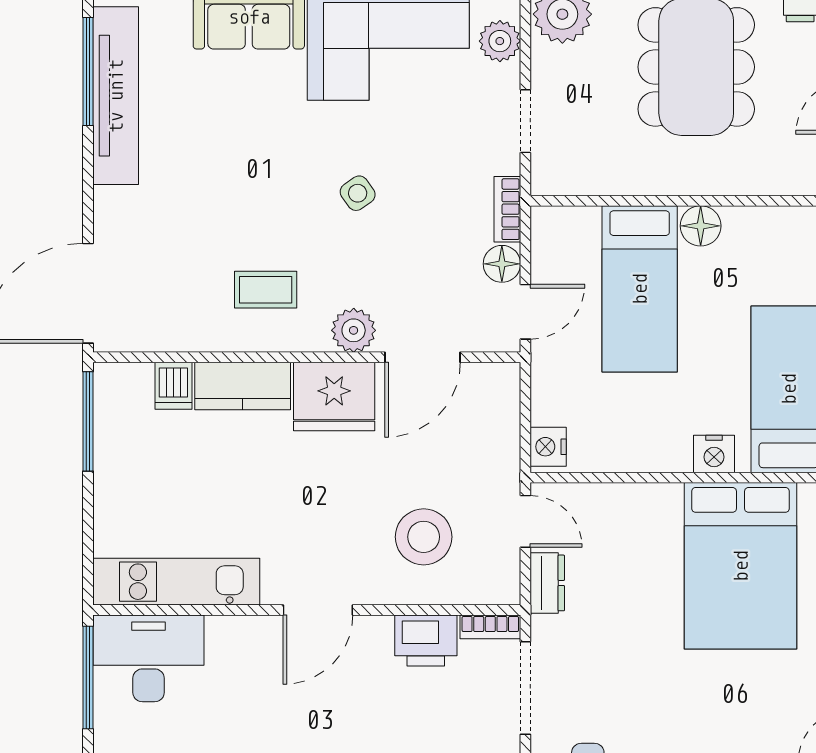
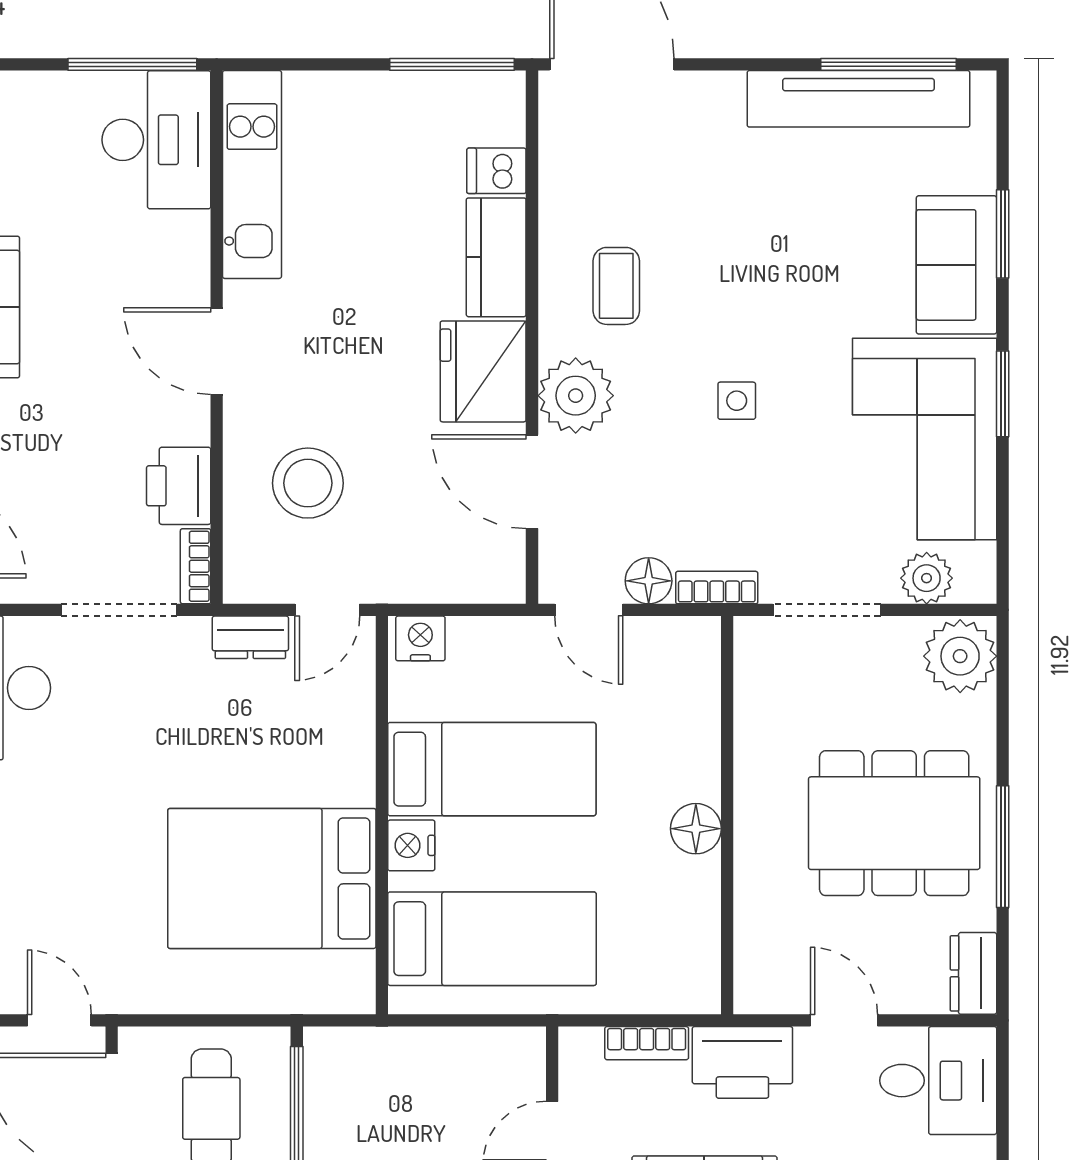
doorway: (525, 121) -> (827, 610), width x1.38
side table: (358, 193) -> (737, 401), turned 35
bed: (640, 289) -> (492, 769), moved, turned 180
plant: (354, 330) -> (576, 396), width x1.36, depth x1.36

